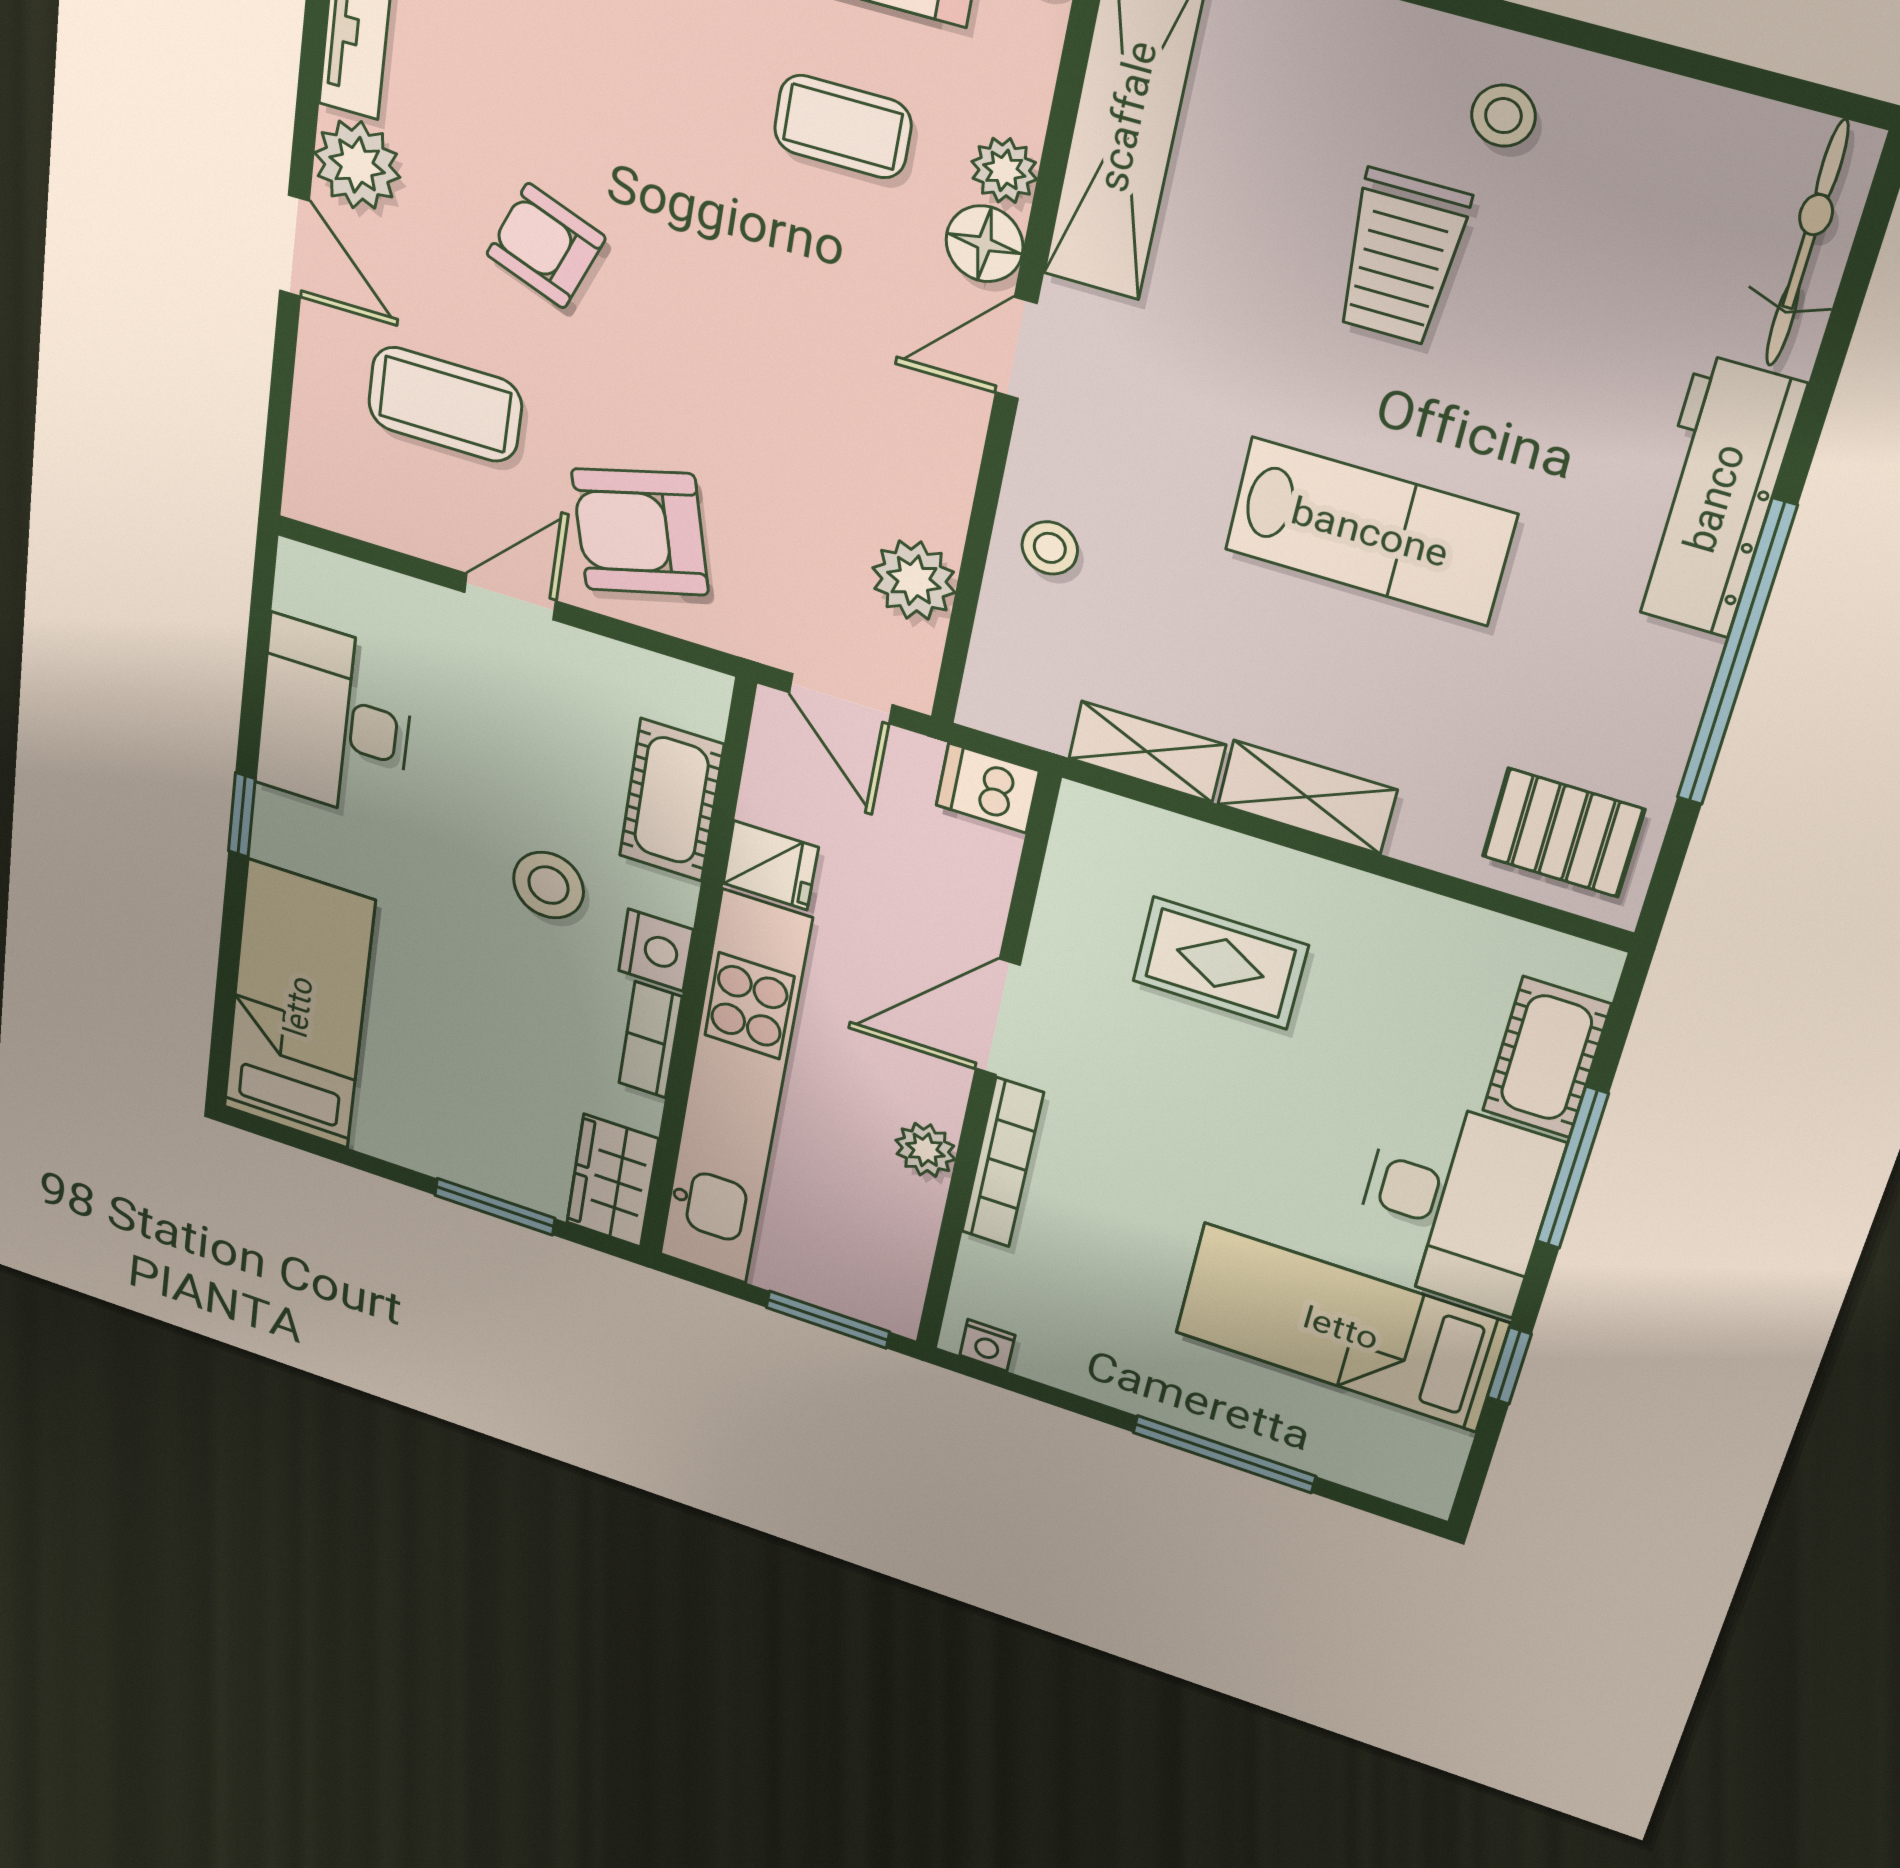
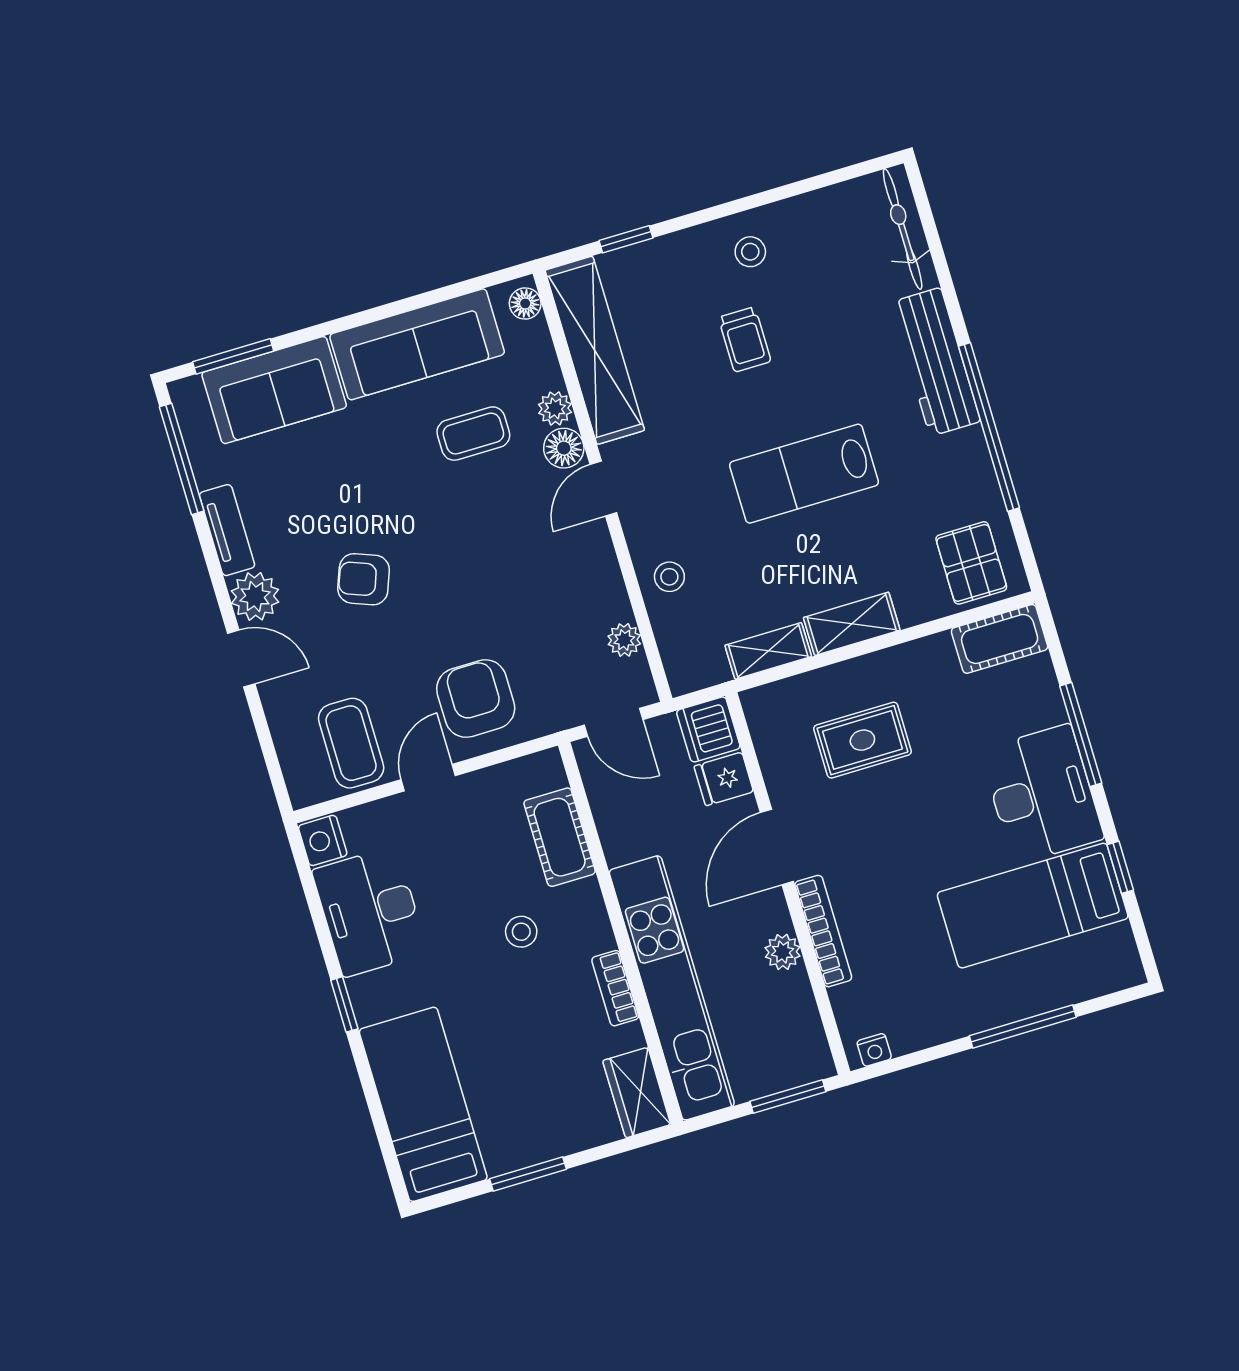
trolley: (1401, 258) -> (745, 339), width x0.73, depth x0.72
coffee table: (445, 404) -> (351, 743), moved, turned 90
armchair: (640, 532) -> (476, 699), turned 105
lab bench: (1370, 532) -> (804, 474), turned 180
plant: (914, 580) -> (624, 640), width x0.73, depth x0.73
dishwasher: (987, 788) -> (708, 729), width x1.38
pallet: (1563, 833) -> (971, 563), turned 90
fridge: (771, 865) -> (724, 779), moved, turned 180
stool: (548, 885) -> (521, 932), width x0.73, depth x0.73
nightstand: (656, 950) -> (323, 840), moved, turned 180
cot: (1546, 1057) -> (1000, 639), moved, turned 90
window: (495, 1207) -> (528, 1174), moved

